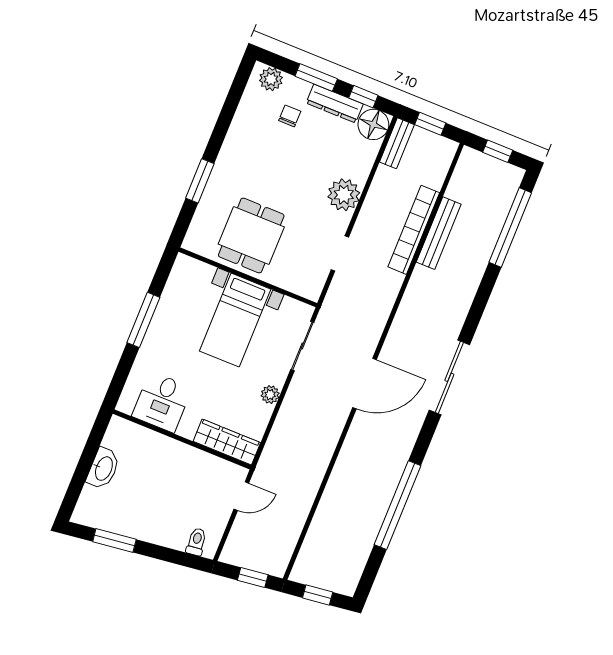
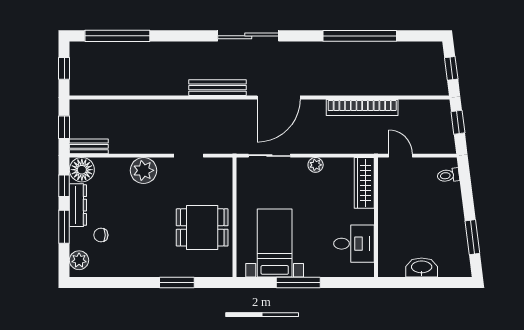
bookcase: (414, 230) -> (362, 107), moved
bench: (439, 233) -> (218, 88), moved
bed with nightstands: (235, 320) -> (275, 243), moved, turned -90
door: (365, 384) -> (279, 98), swing flipped

